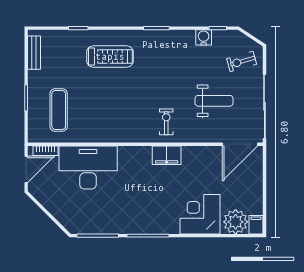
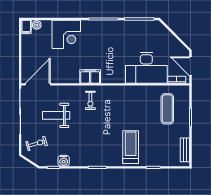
treadmill: (110, 56) -> (131, 147), turned 90
door: (26, 169) -> (191, 66), hinge flipped
plant: (236, 222) -> (37, 25), width x0.53, depth x0.53

